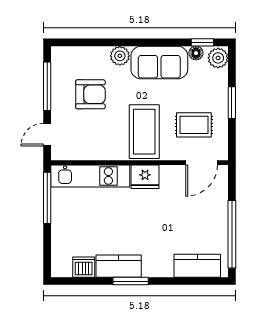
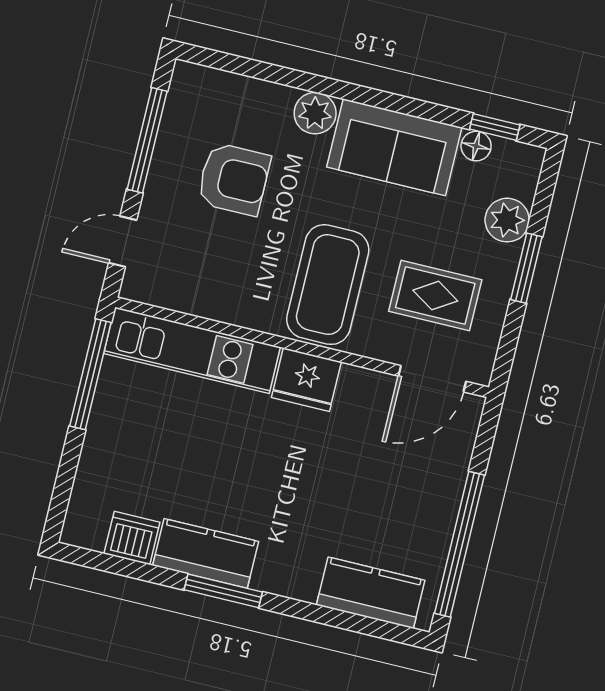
plant: (218, 58) -> (507, 220), moved

